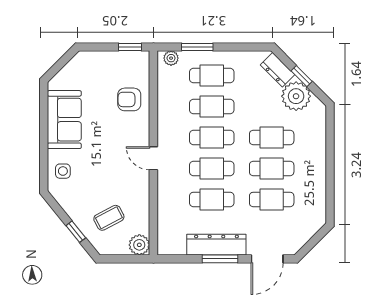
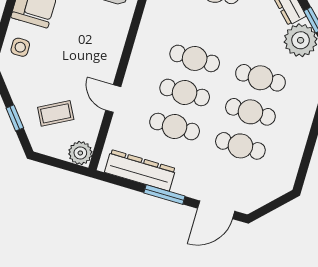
cafe table: (212, 107) -> (205, 24), removed
door: (153, 158) -> (113, 99), moved
dresser: (216, 245) -> (140, 170), moved

